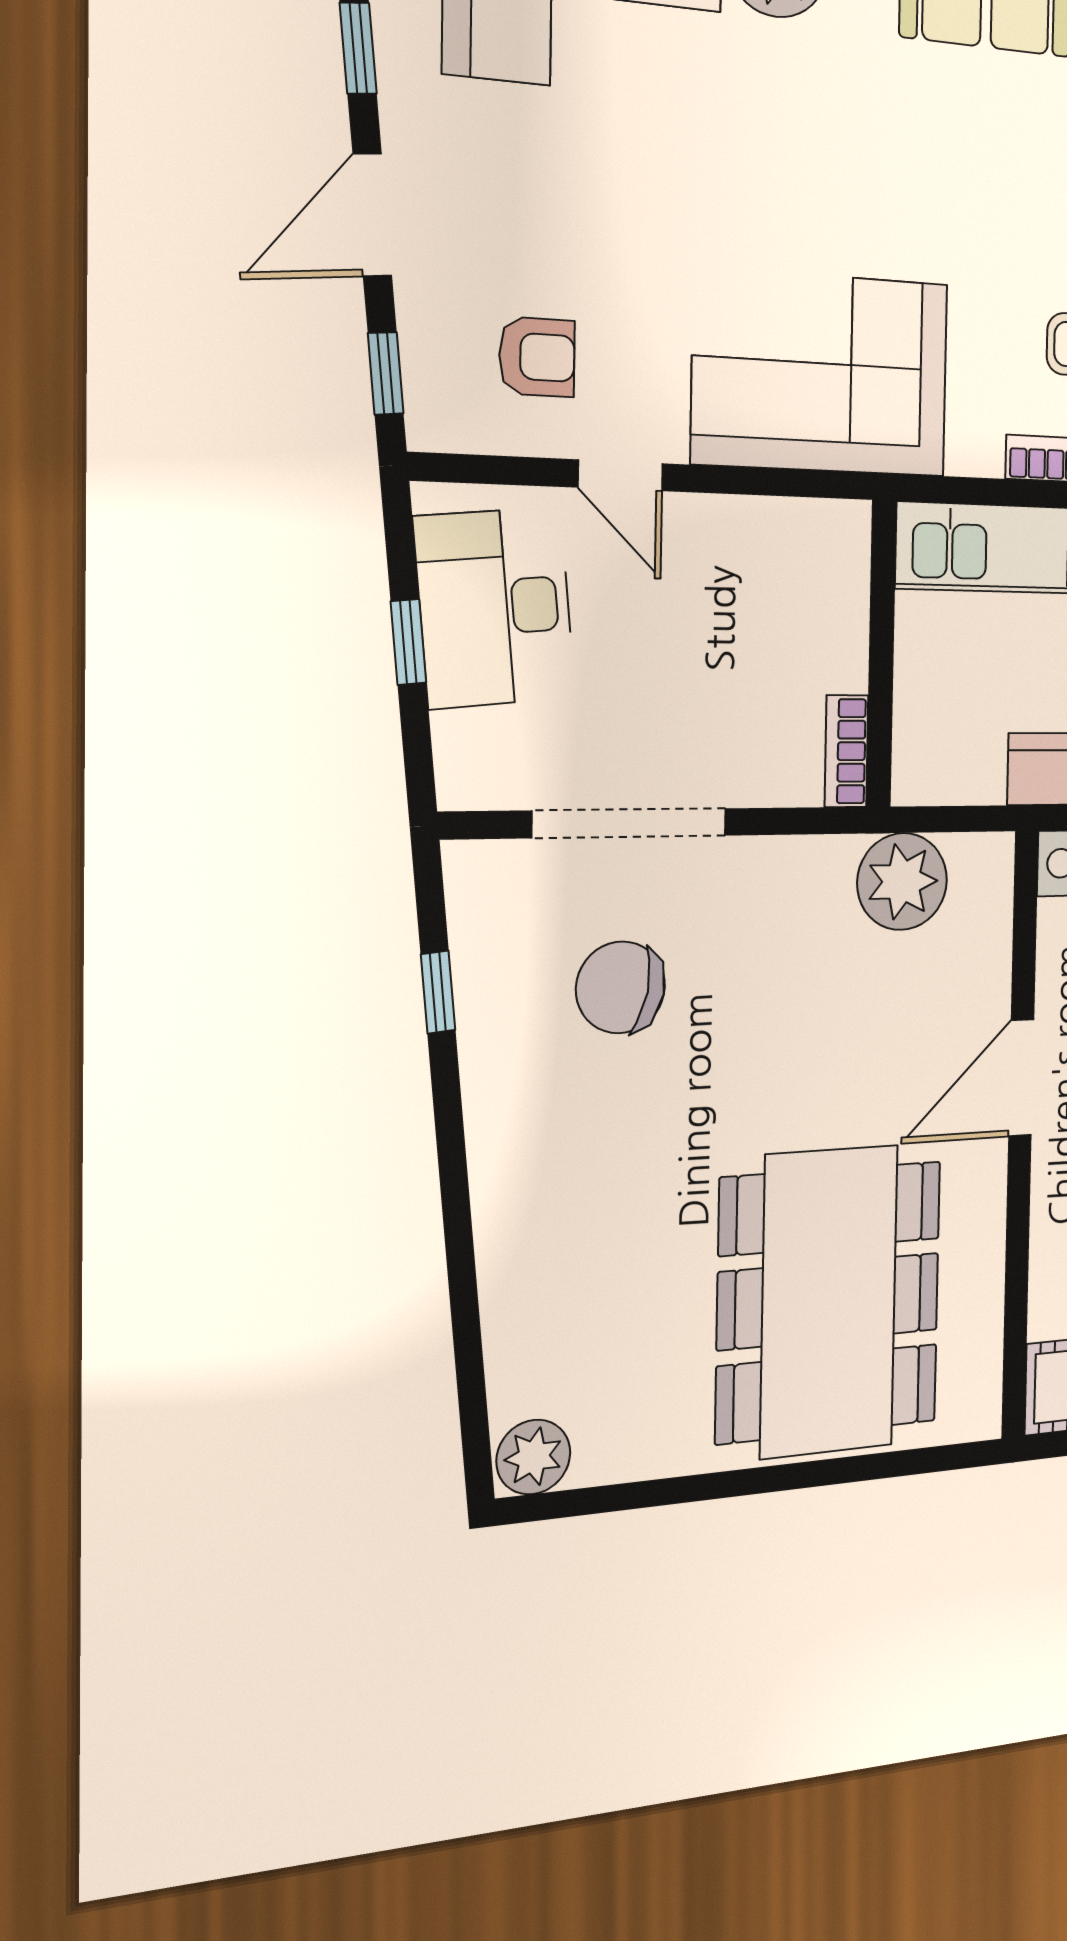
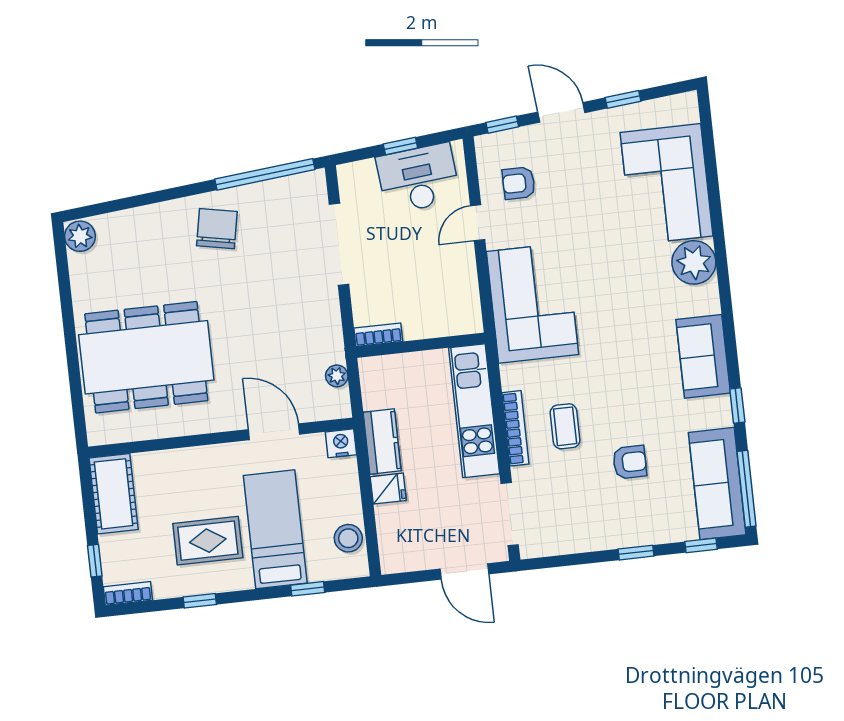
armchair: (537, 357) -> (519, 183), turned 90
plant: (902, 882) -> (337, 376), width x0.53, depth x0.53
chair: (621, 987) -> (217, 229), moved
window: (438, 992) -> (265, 174), width x3.17
door: (1021, 1078) -> (274, 432), moved

